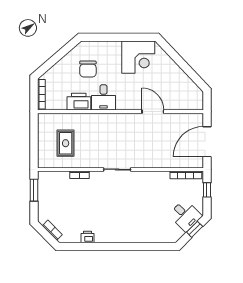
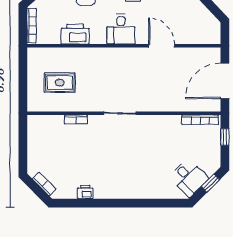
desk: (104, 97) -> (121, 29), moved
rug: (66, 143) -> (60, 83), turned 90
window: (34, 190) -> (23, 137), removed
desk: (185, 215) -> (189, 178), moved

